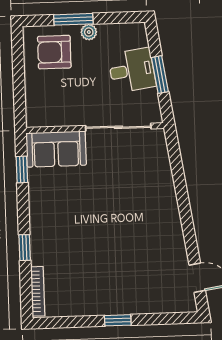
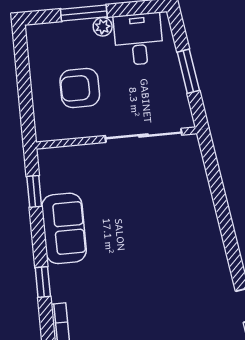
armchair: (54, 52) -> (80, 88), moved
desk: (132, 70) -> (139, 39), moved, turned -82
sofa: (56, 149) -> (64, 228), moved, turned -90

